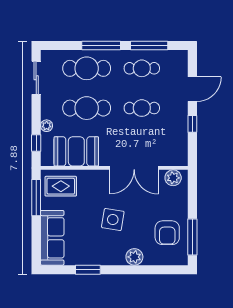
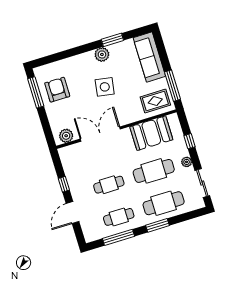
window: (101, 45) -> (157, 225), width x0.69
plant: (47, 126) -> (187, 162), moved
window: (36, 143) -> (189, 141), moved
plant: (134, 257) -> (102, 54), moved

